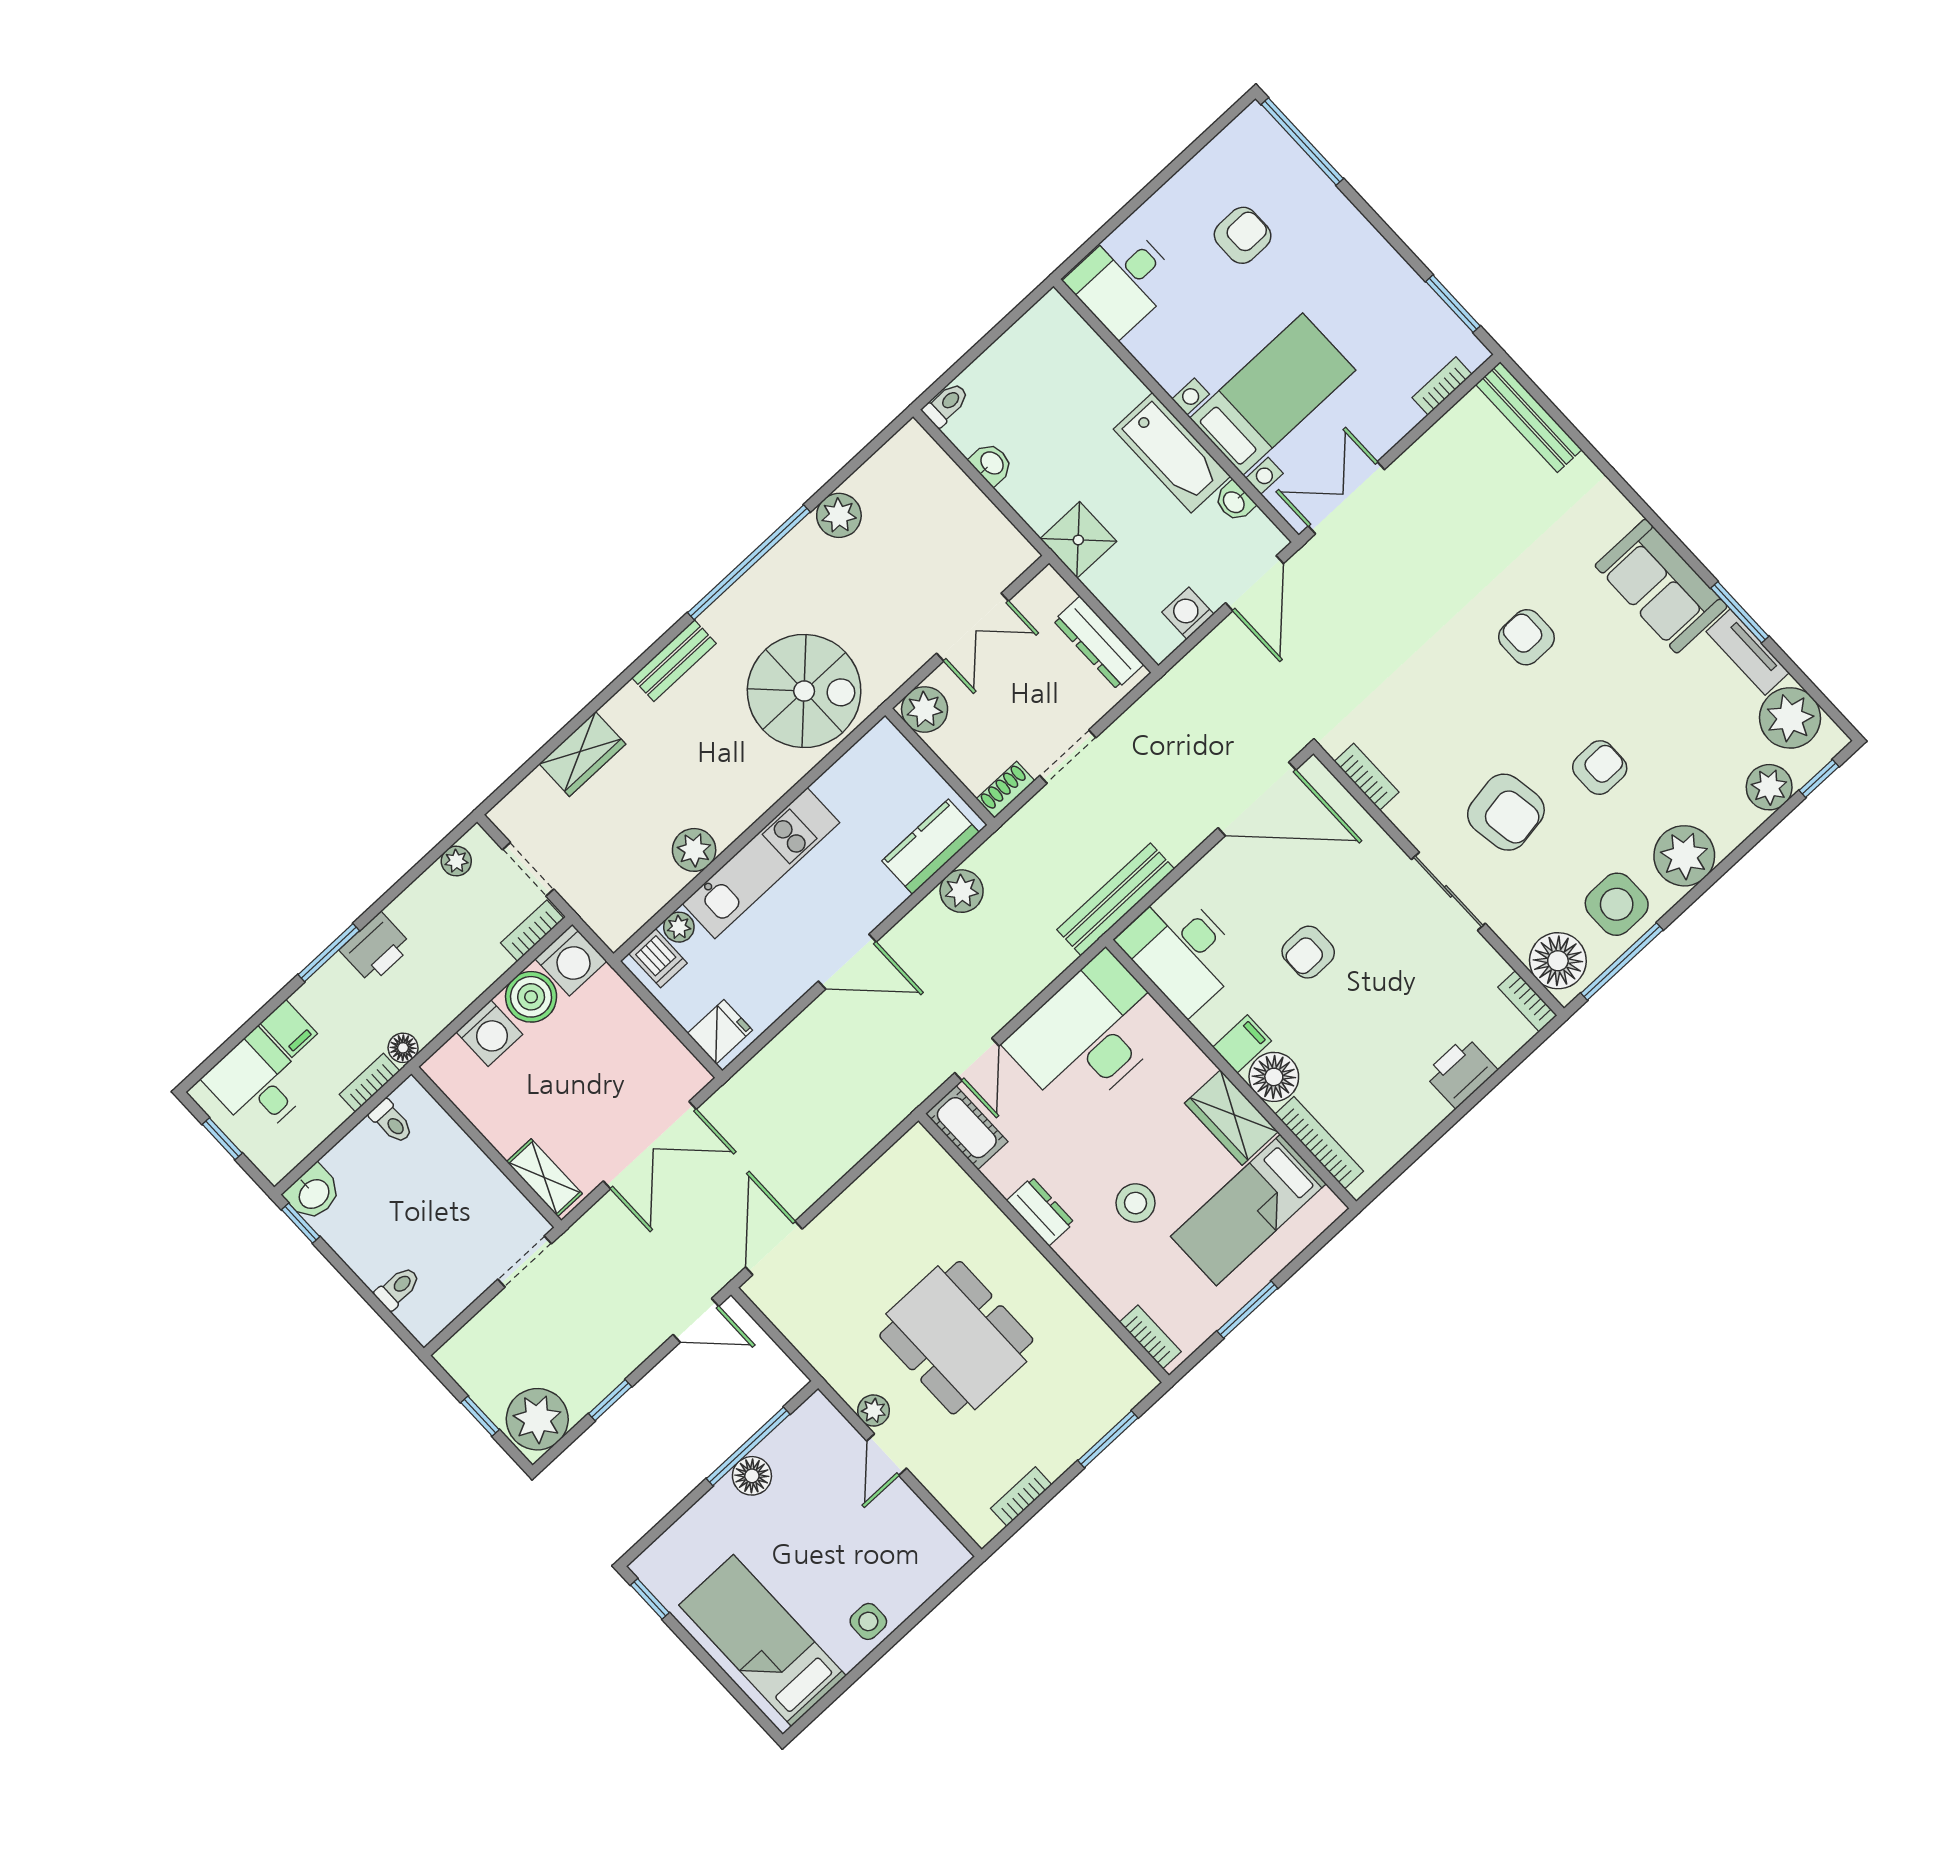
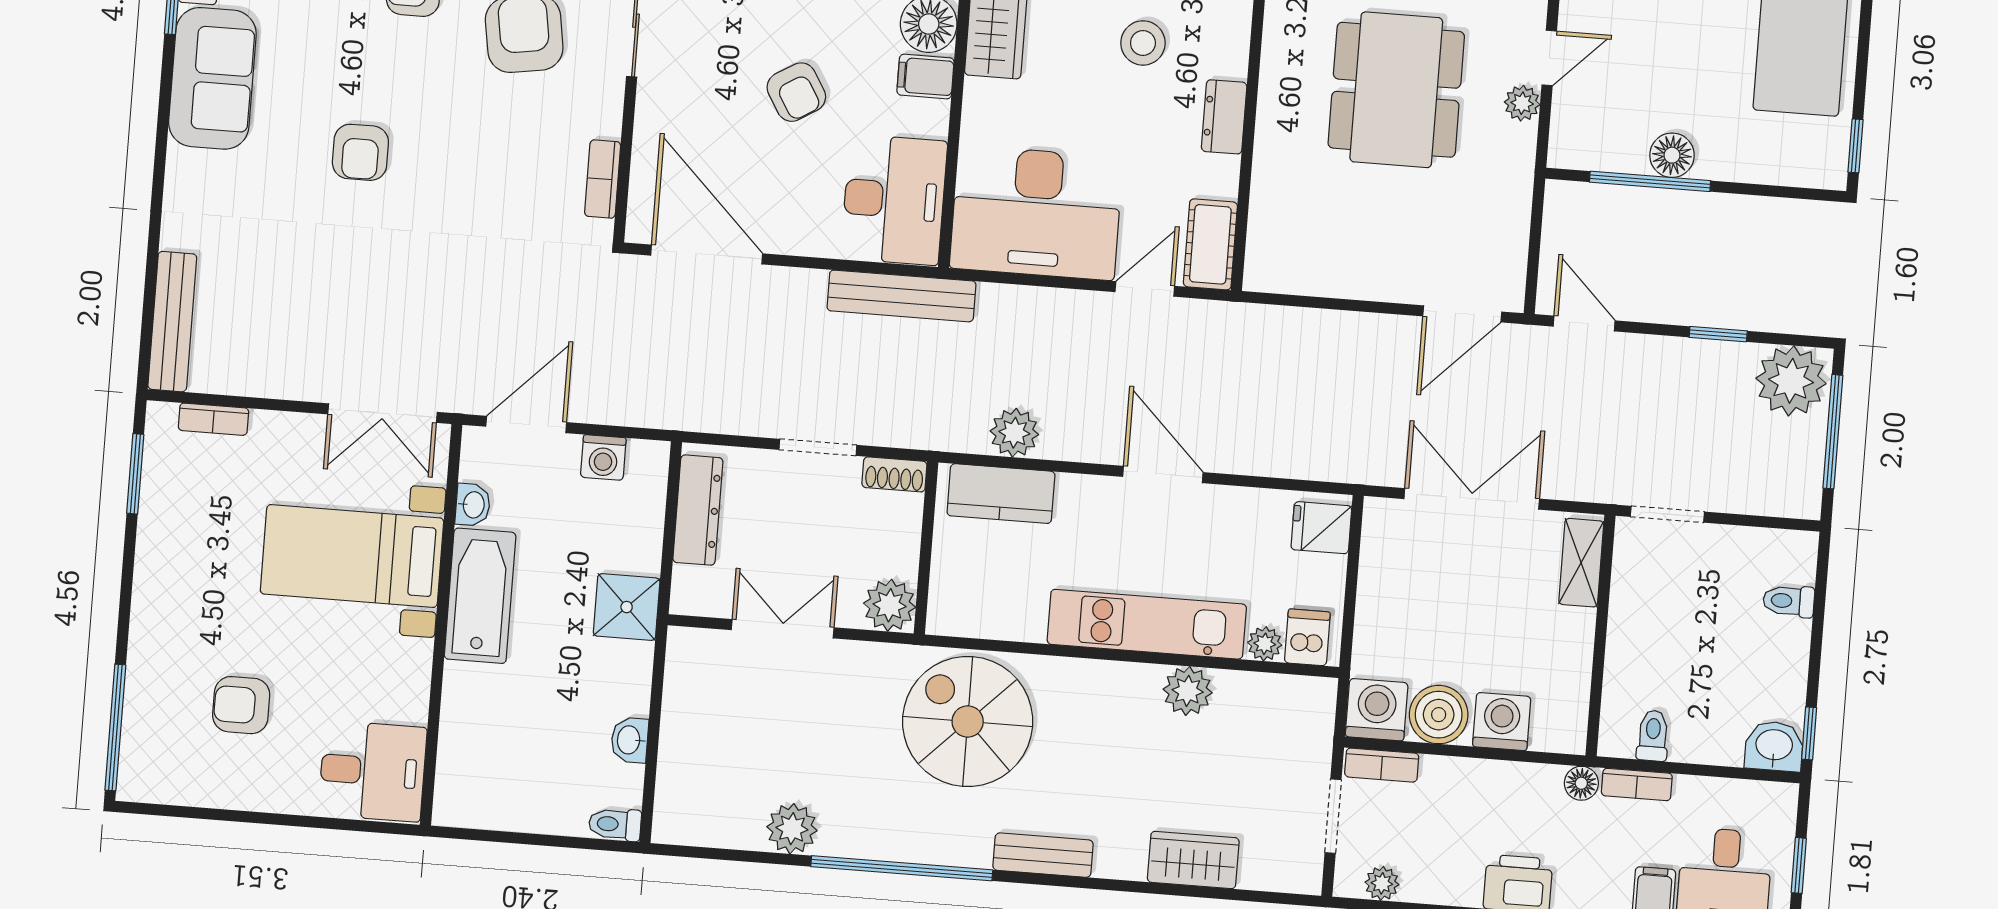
armchair: (1308, 952) -> (796, 92), turned 59
window: (480, 1416) -> (1833, 432), width x2.17

